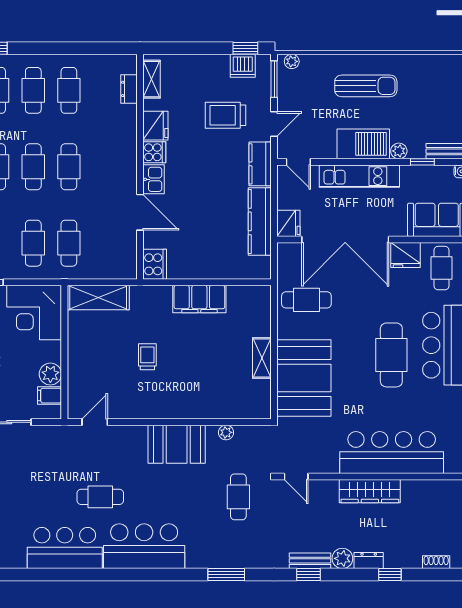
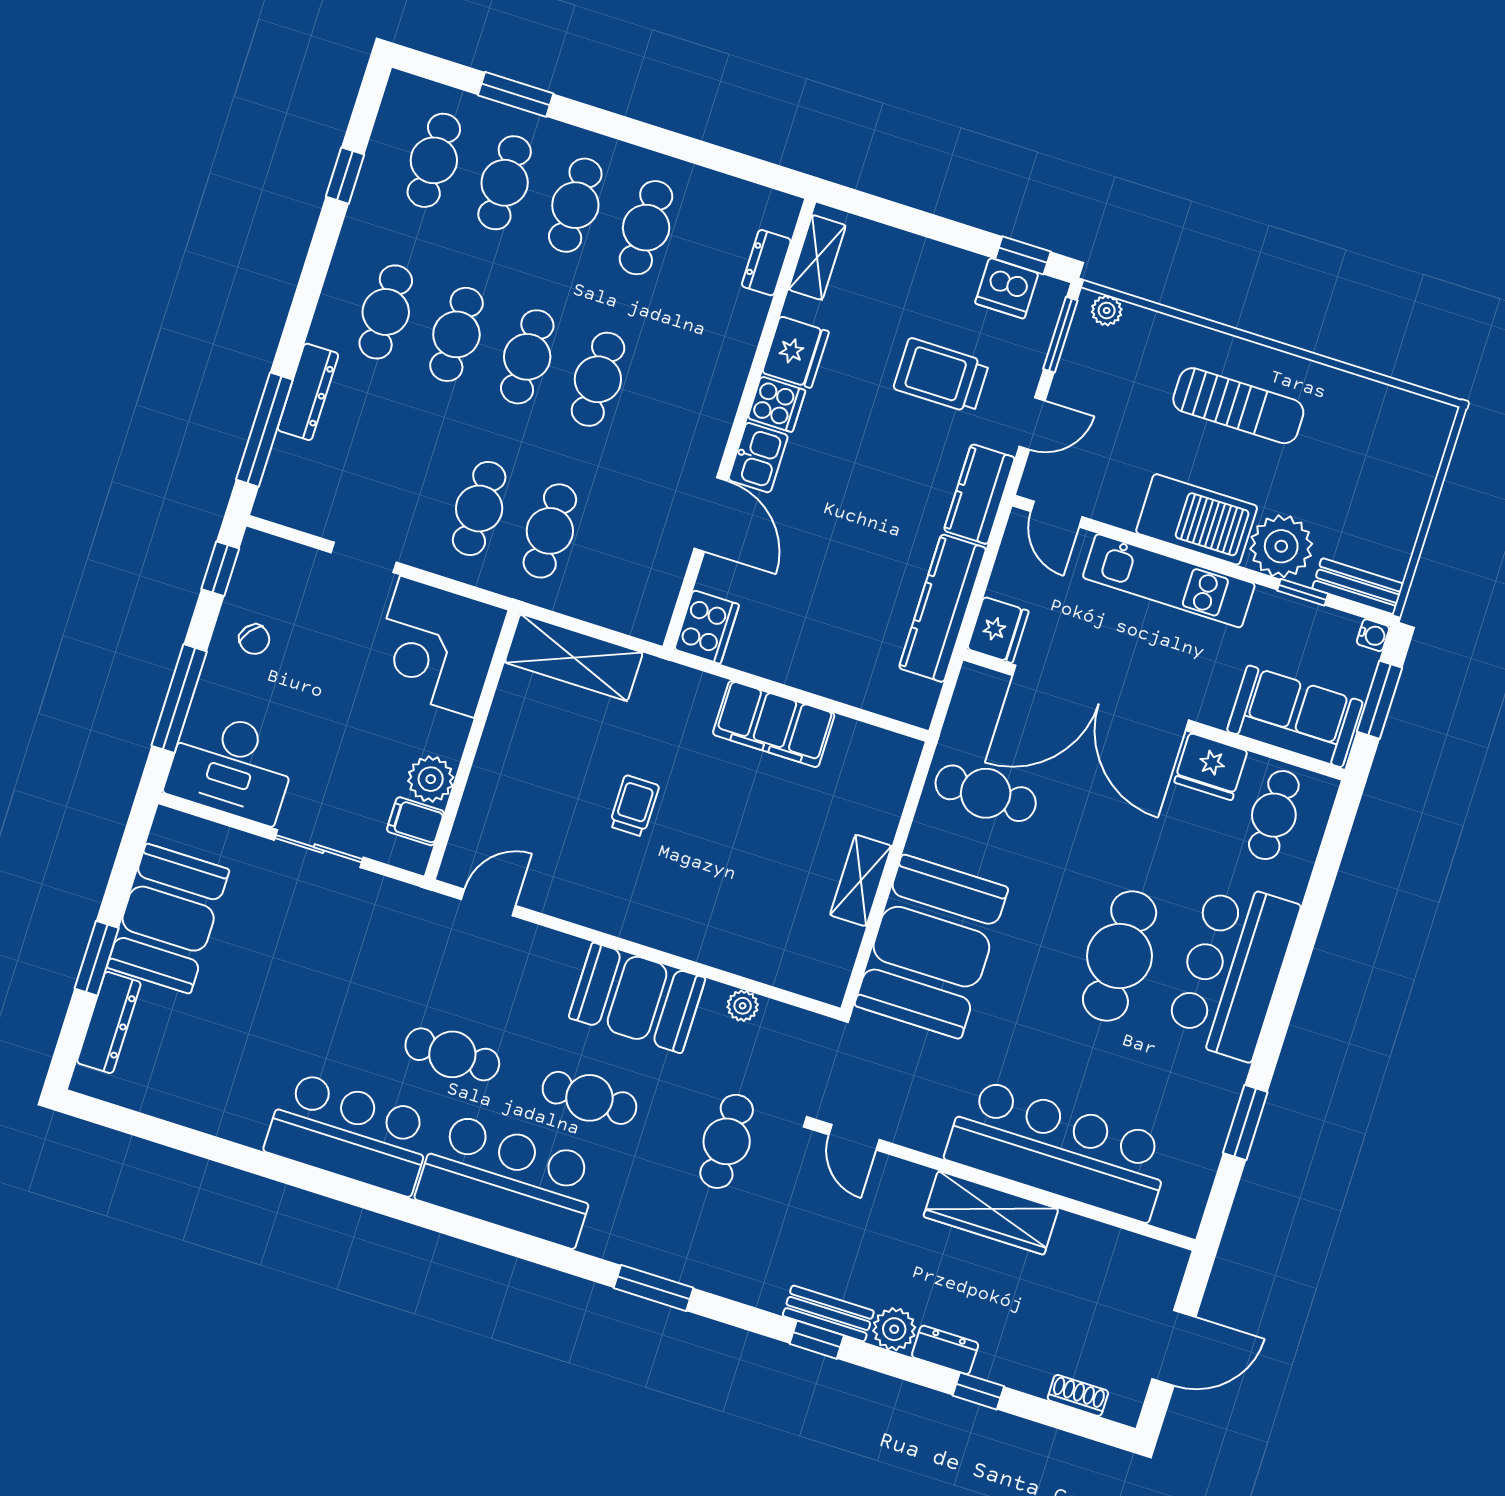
plant: (399, 151) -> (1281, 546), width x1.88, depth x1.88
cafe table: (169, 497) -> (589, 1098), added

